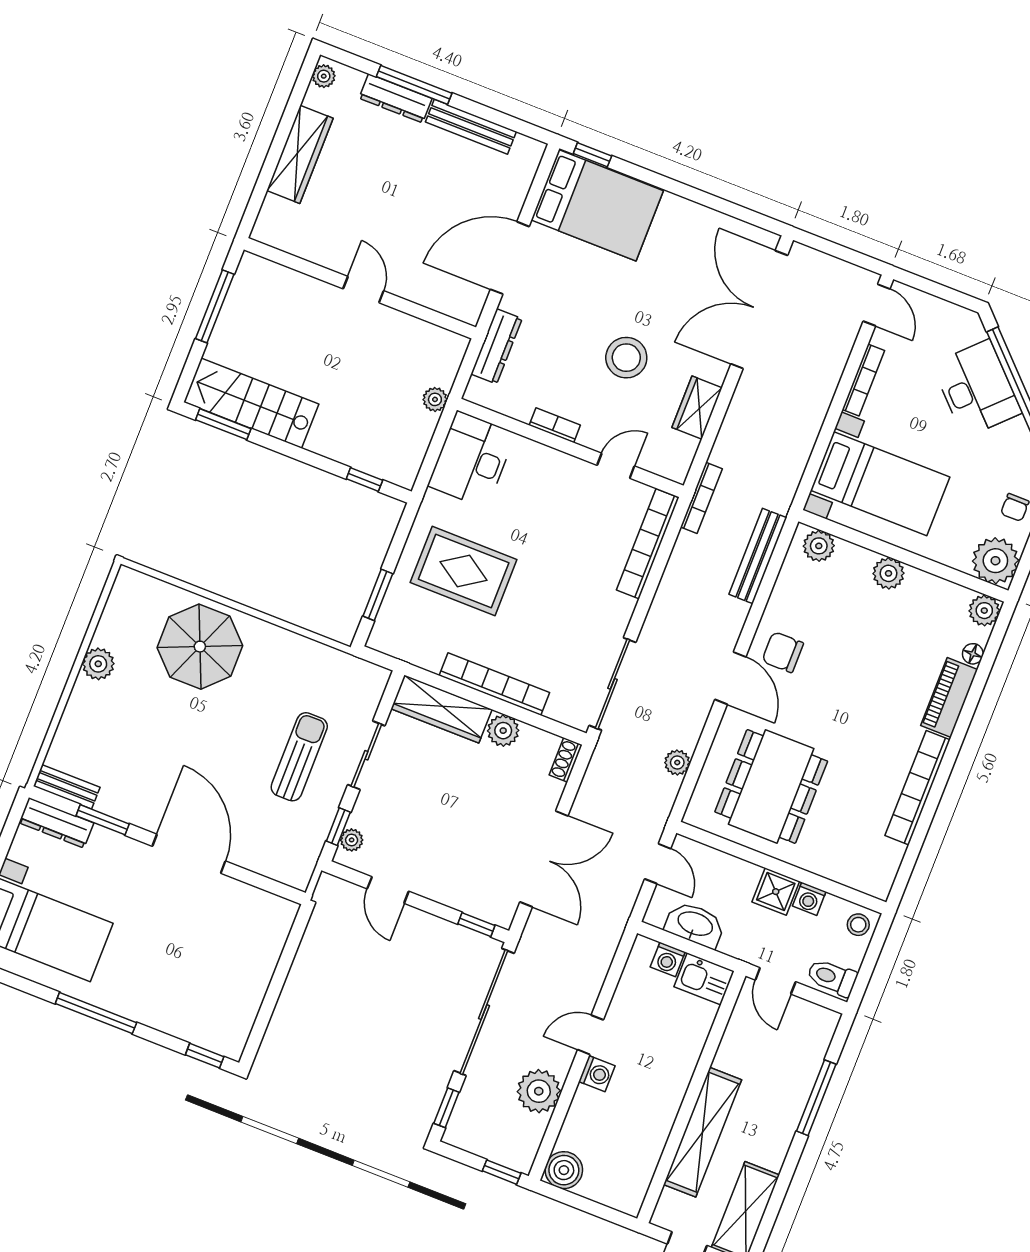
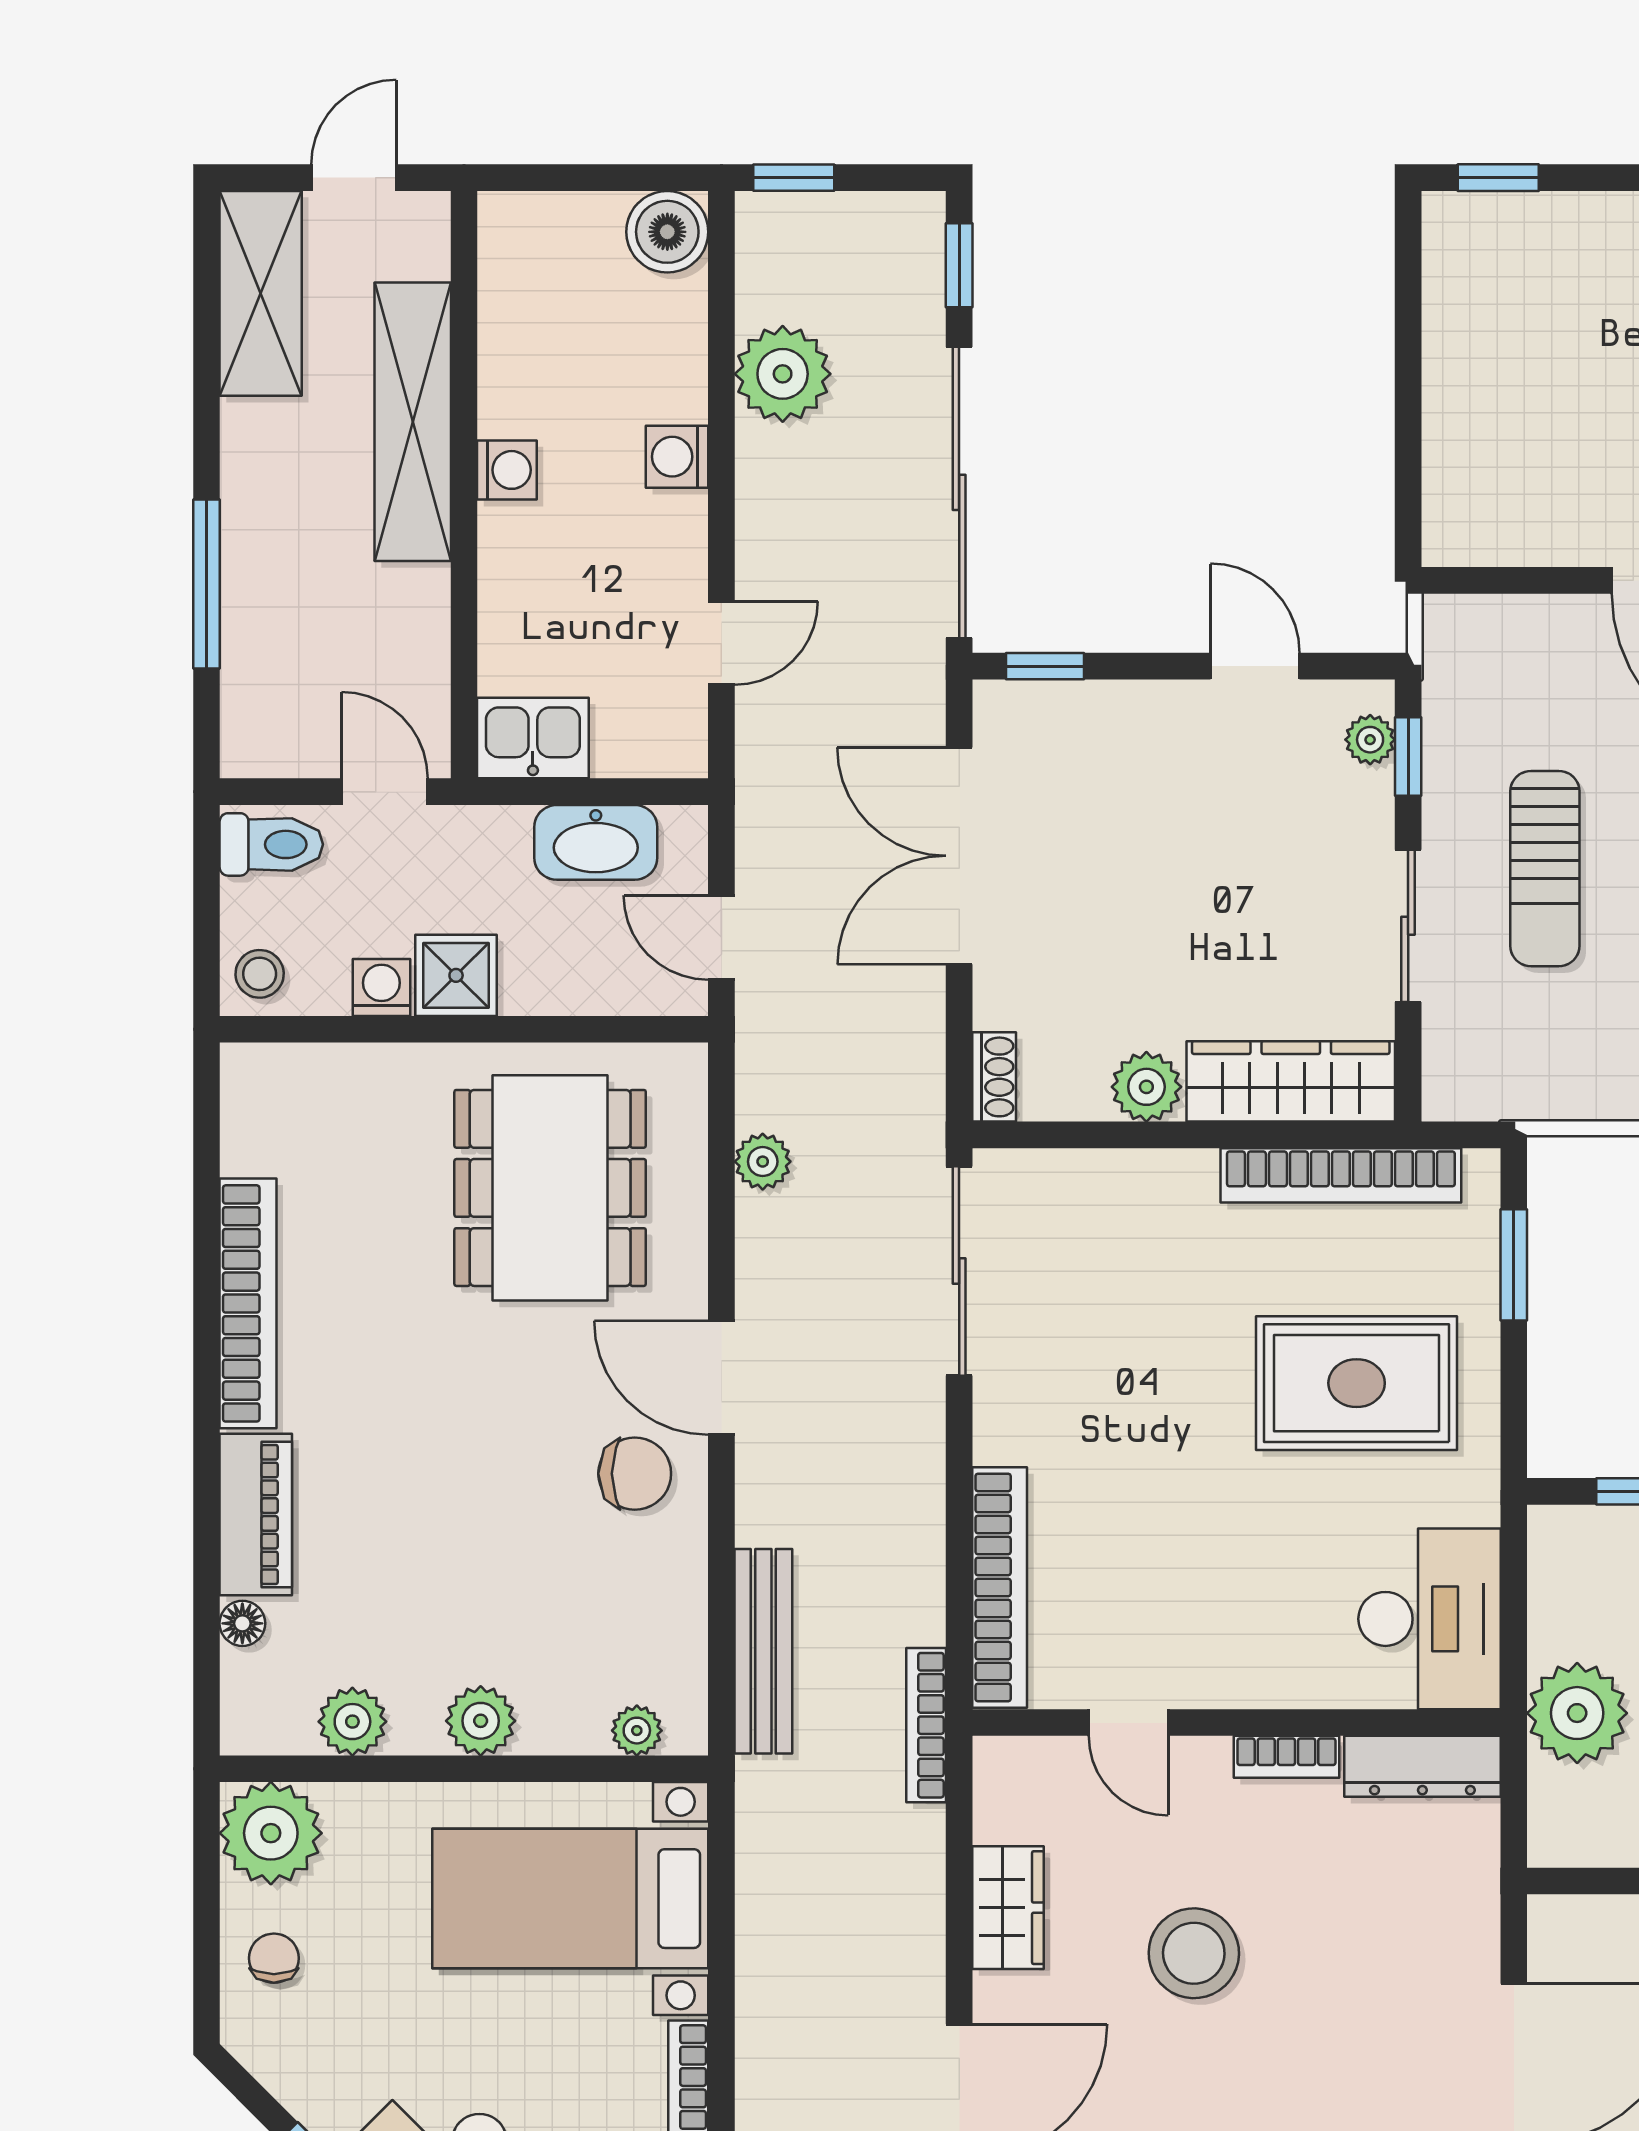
dresser: (496, 346) -> (1422, 1766), moved, turned -90
plant: (435, 399) -> (1577, 1713), width x1.88, depth x1.88
door: (616, 466) -> (1128, 1723), hinge flipped
plant: (819, 546) -> (637, 1731), width x0.73, depth x0.73
plant: (984, 611) -> (352, 1722), moved
bookcase: (494, 684) -> (1341, 1175), moved
washing machine: (668, 959) -> (507, 470), moved, turned 90
door: (591, 1035) -> (721, 643), moved

